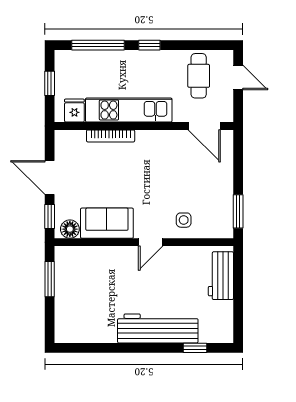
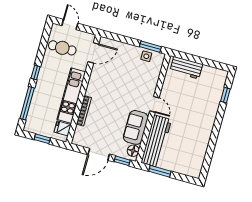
door: (238, 77) -> (70, 24), hinge flipped
side table: (184, 220) -> (146, 56), moved
workbench: (158, 328) -> (156, 141), moved, turned 180

